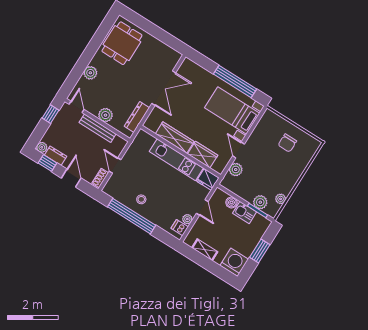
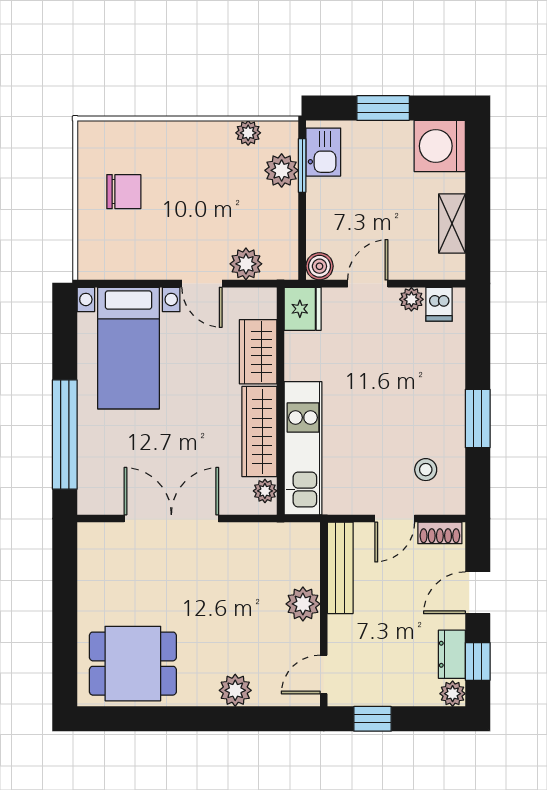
window: (235, 81) -> (65, 435), moved
dresser: (137, 117) -> (266, 536), removed
plant: (153, 127) -> (265, 491), added
bench: (98, 128) -> (340, 568), moved
door: (238, 150) -> (202, 284), hinge flipped
kitchen unit: (176, 160) -> (303, 448), moved
stool: (141, 199) -> (426, 470), moved
boiler: (231, 202) -> (319, 266), moved
kitchen sink: (245, 212) -> (323, 152), moved
window: (132, 216) -> (478, 418), width x0.47

